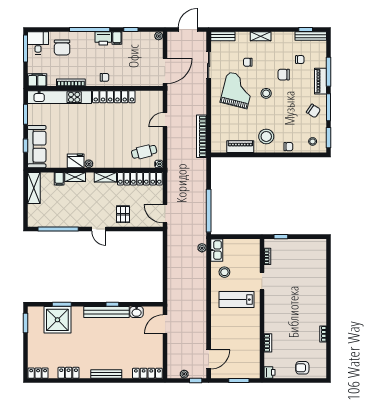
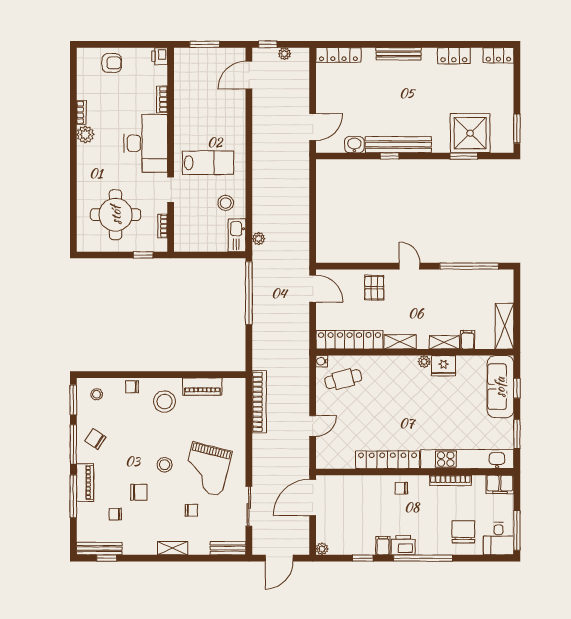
round table: (300, 264) -> (116, 215), added
desk: (279, 313) -> (146, 143), added
plant: (320, 319) -> (85, 135), added

